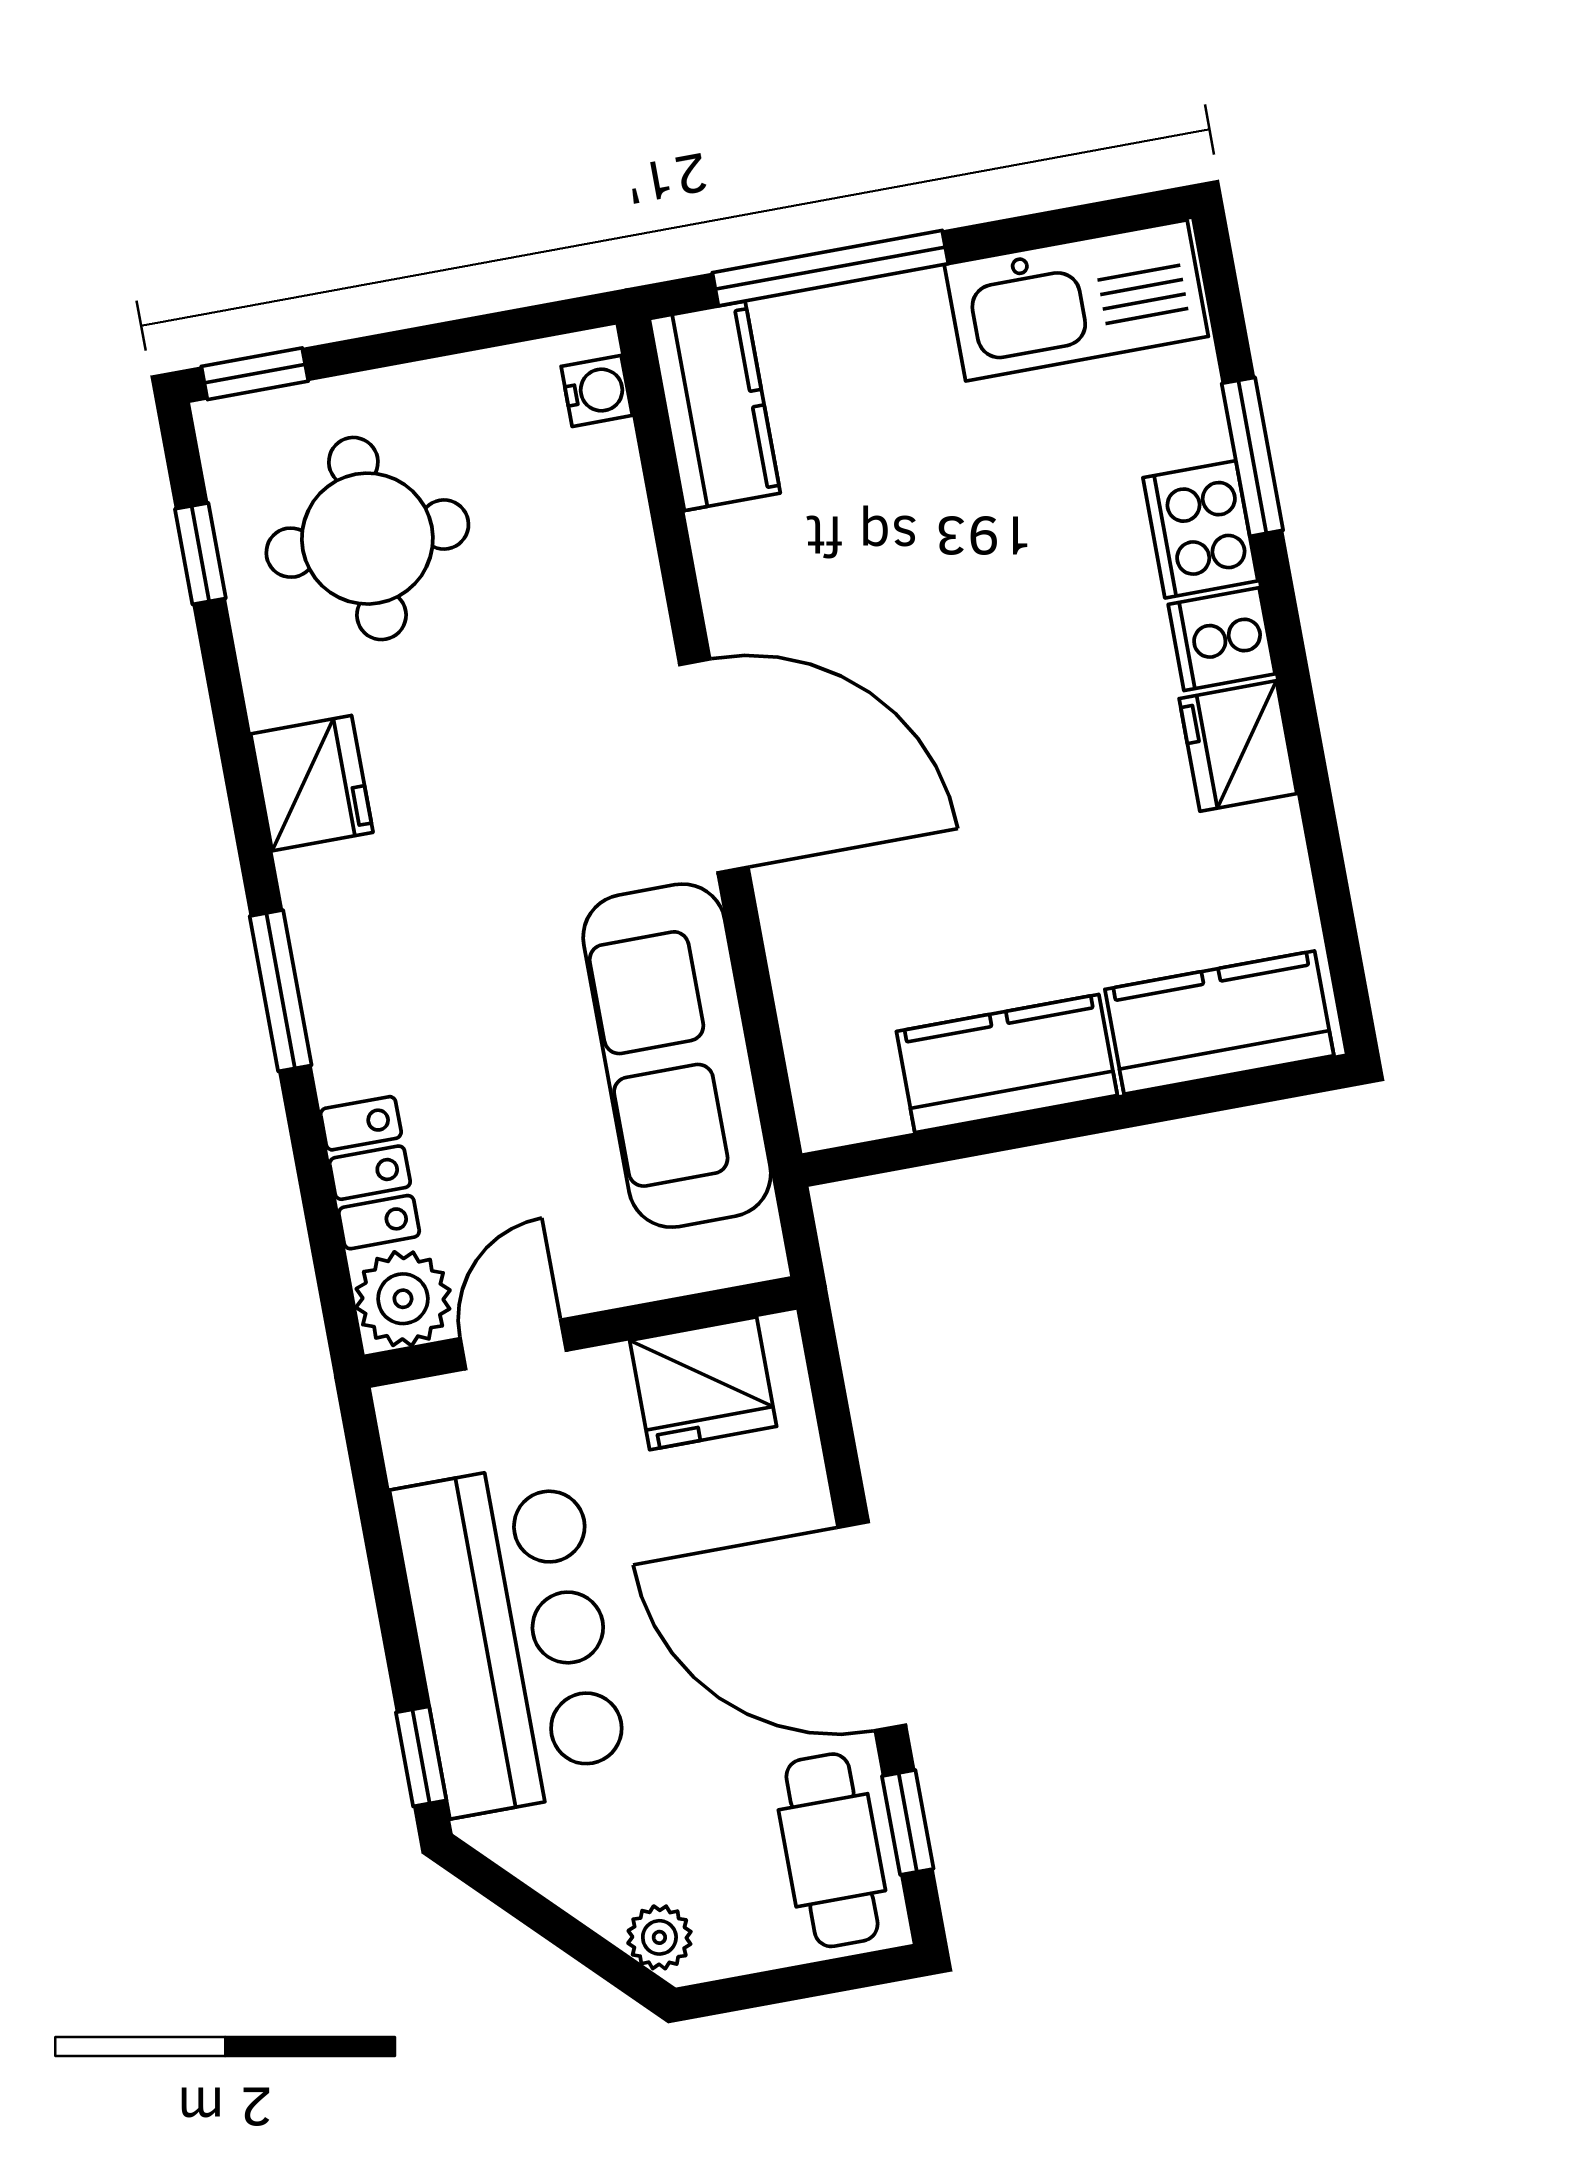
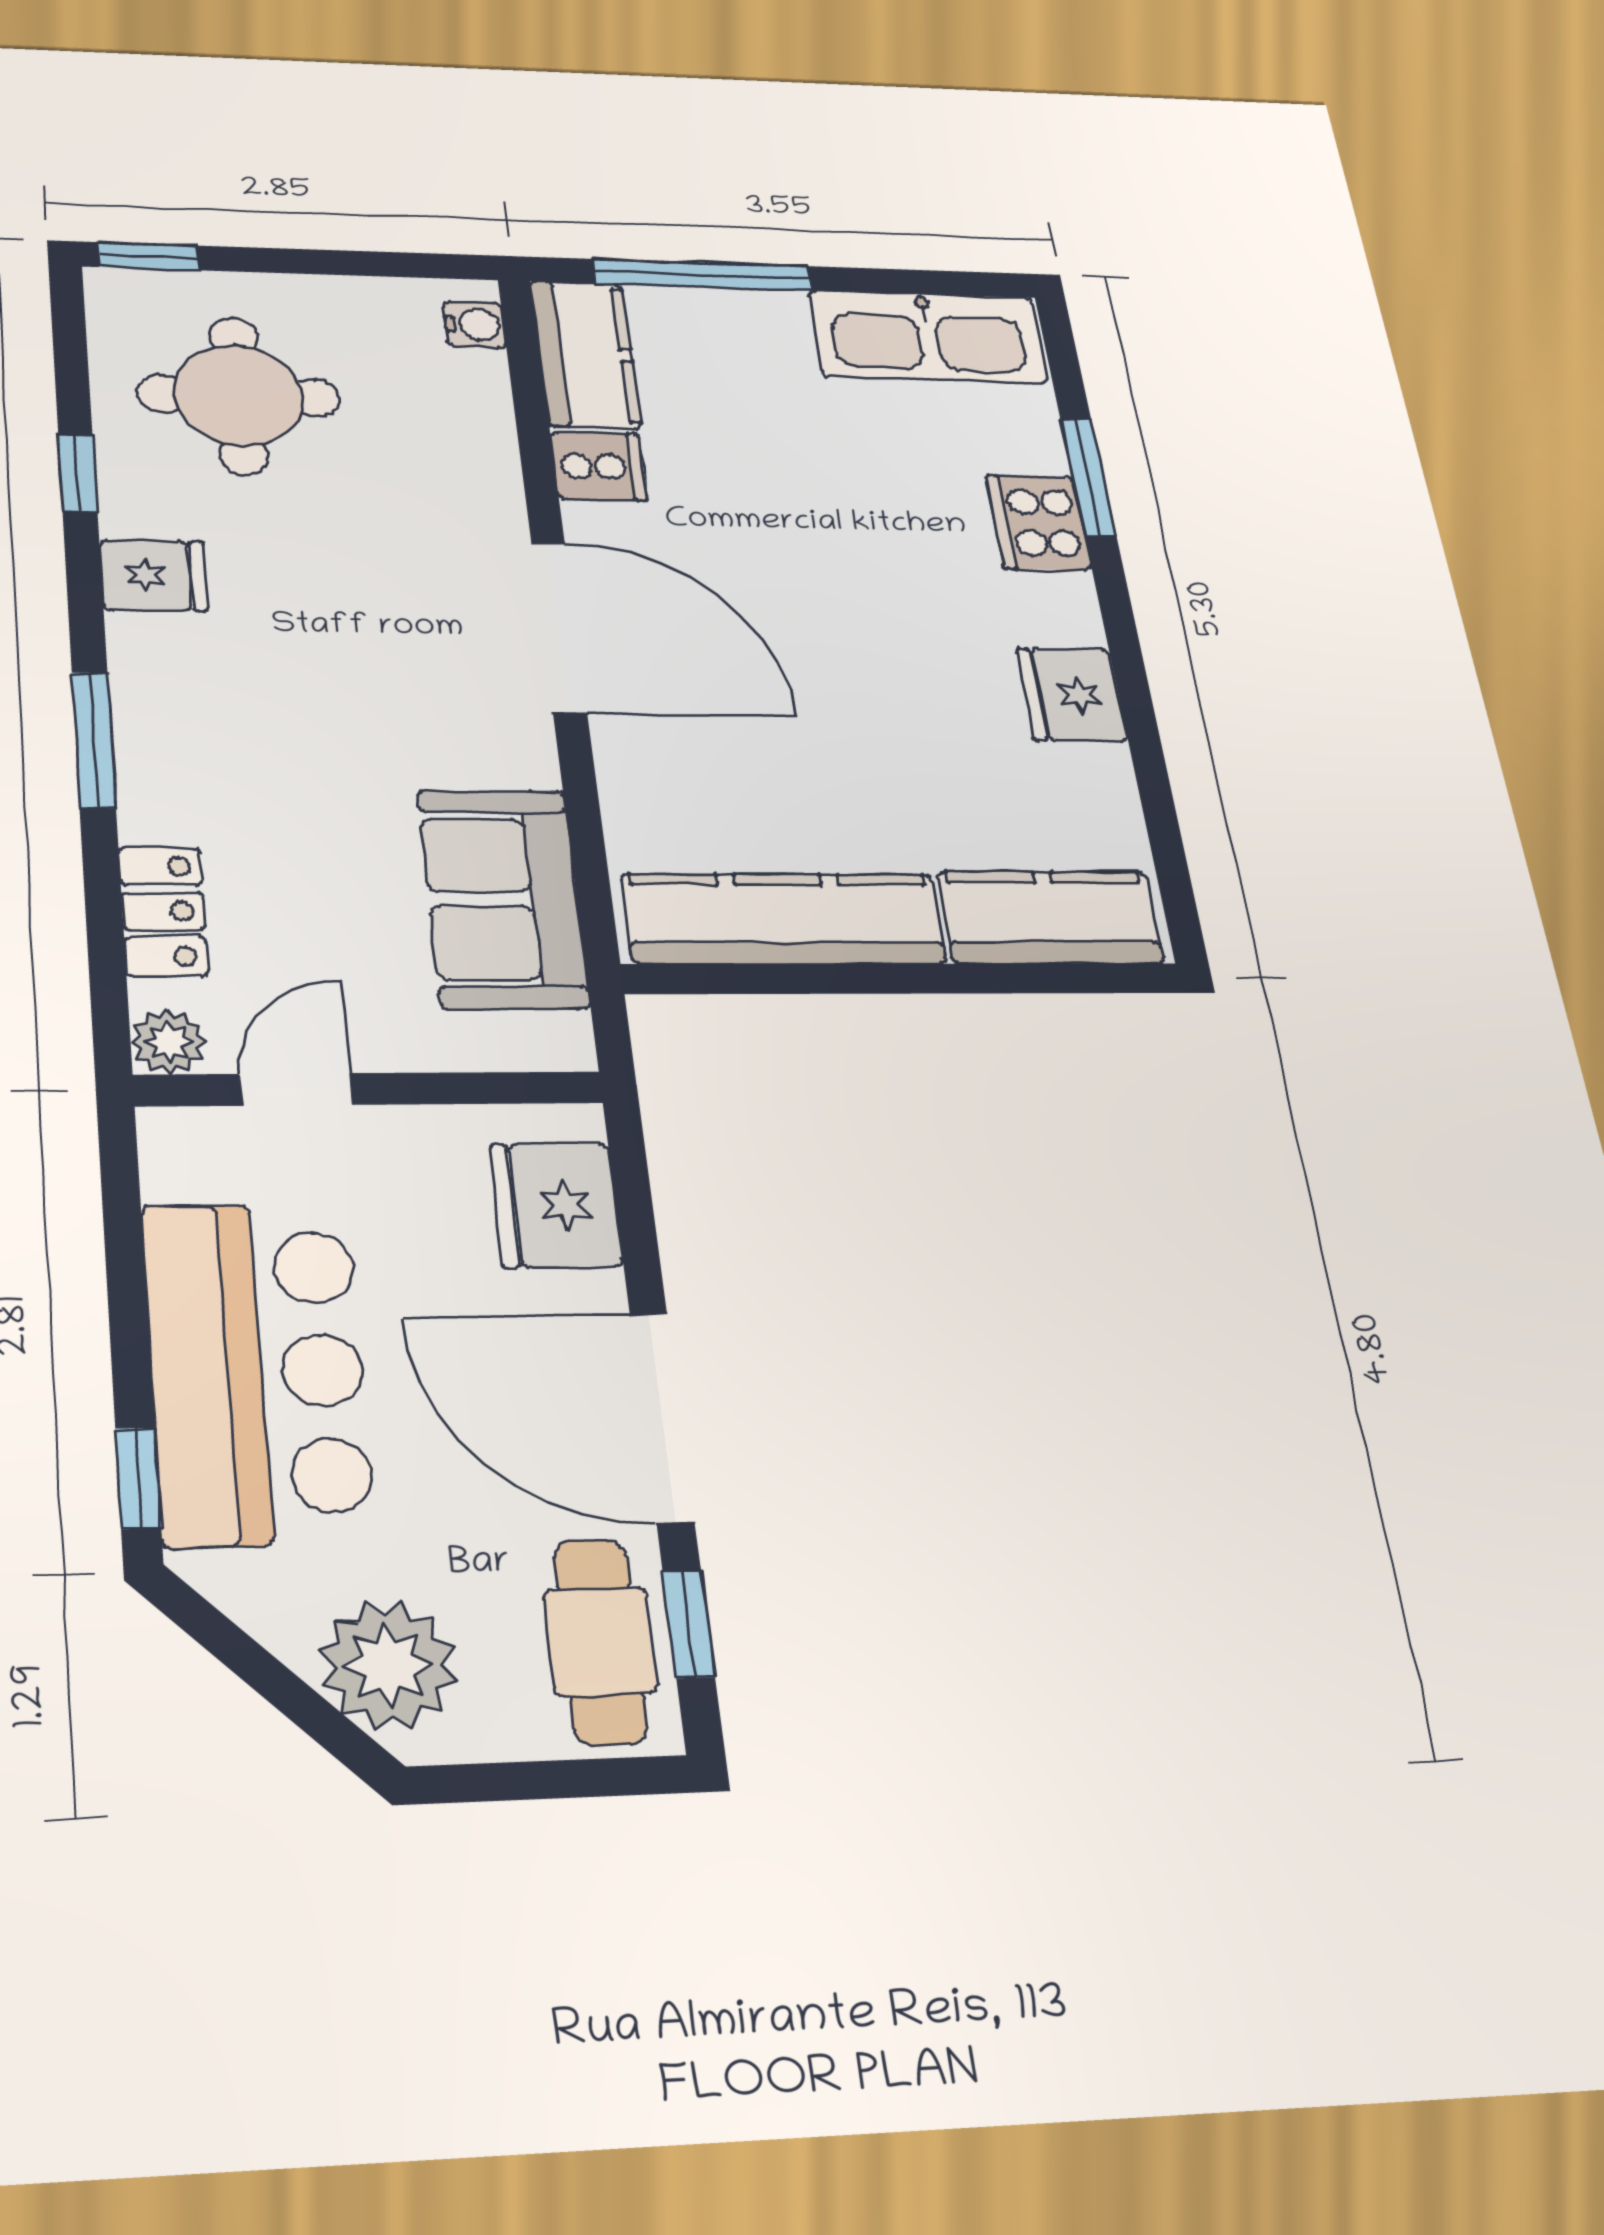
window: (200, 554) -> (78, 473), moved
cooker: (1222, 639) -> (599, 466), moved, turned 180
fridge: (312, 783) -> (154, 575), width x0.72
sofa: (677, 1056) -> (503, 898), width x0.73
kitchen counter: (1007, 1063) -> (784, 919), width x1.50
plant: (403, 1299) -> (169, 1042), width x0.73, depth x0.73
fridge: (703, 1383) -> (556, 1205), moved, turned 90
plant: (659, 1937) -> (388, 1665), width x1.88, depth x1.88

